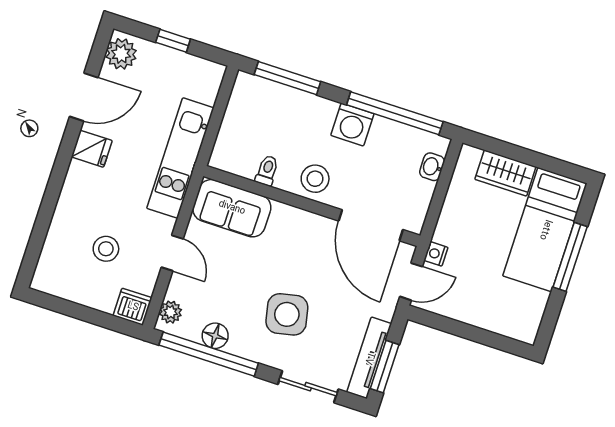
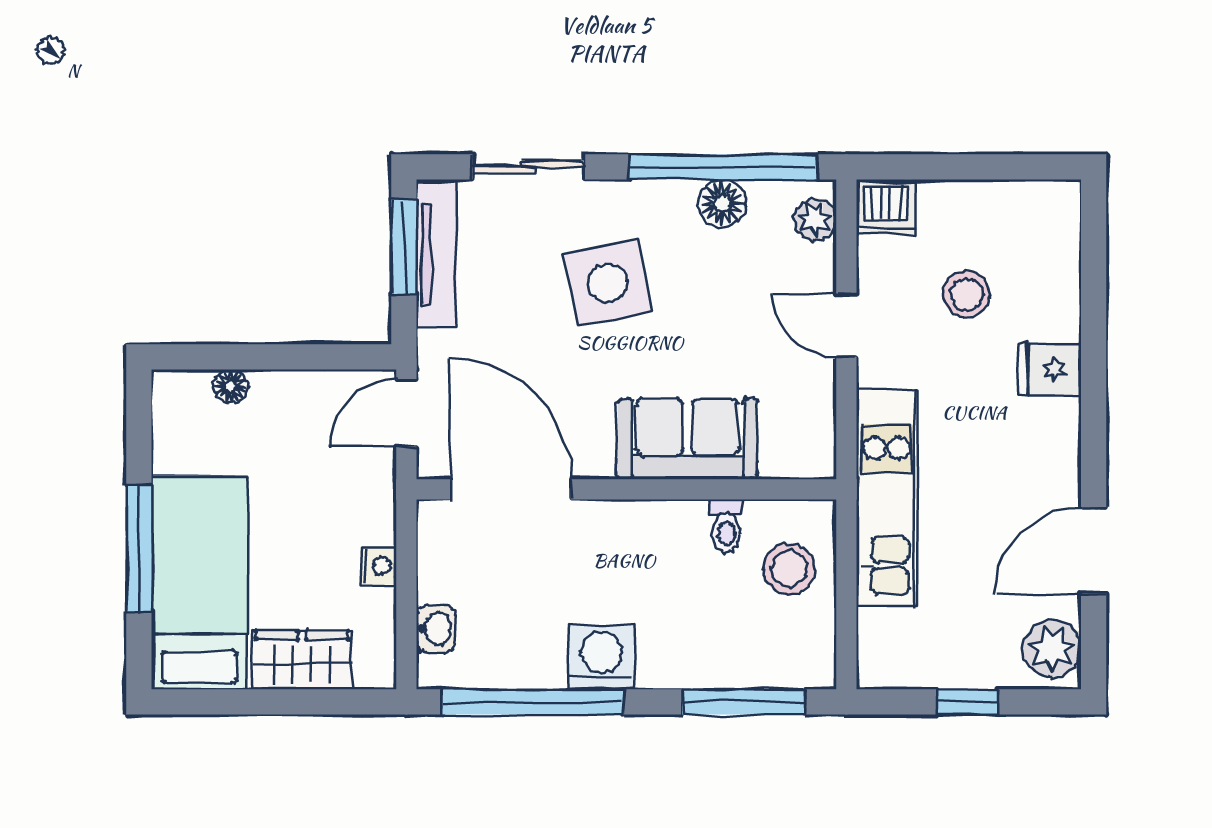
fridge: (92, 149) -> (1050, 369), moved
stool: (315, 179) -> (789, 569), moved
sofa: (232, 208) -> (687, 439), moved
nightstand: (436, 254) -> (379, 566), moved
floor lamp: (496, 324) -> (231, 386), added

